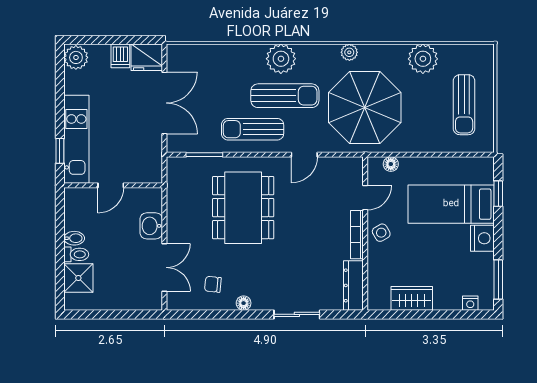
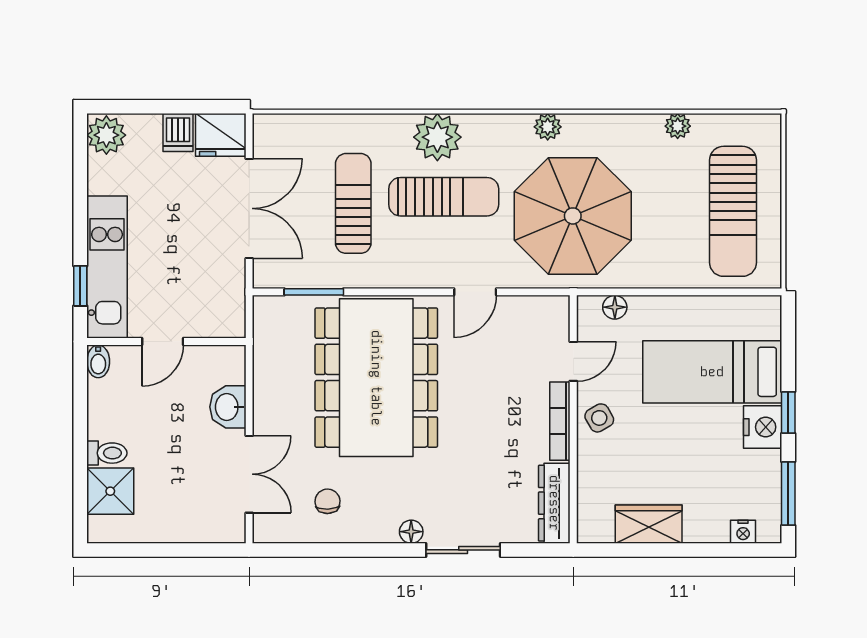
plant: (423, 59) -> (678, 126), width x0.53, depth x0.53
sun lounger: (464, 105) -> (733, 211), width x1.36, depth x1.34
sun lounger: (253, 129) -> (353, 203), moved, turned 90
window: (498, 194) -> (788, 413), moved
dining table: (243, 208) -> (376, 378), width x1.36, depth x1.24
bidet: (74, 238) -> (98, 361), moved, turned 90
chair: (213, 284) -> (328, 501), turned 82
floor lamp: (244, 303) -> (411, 532), moved

